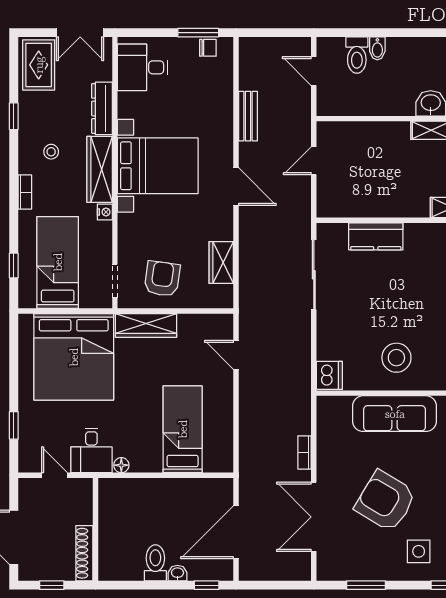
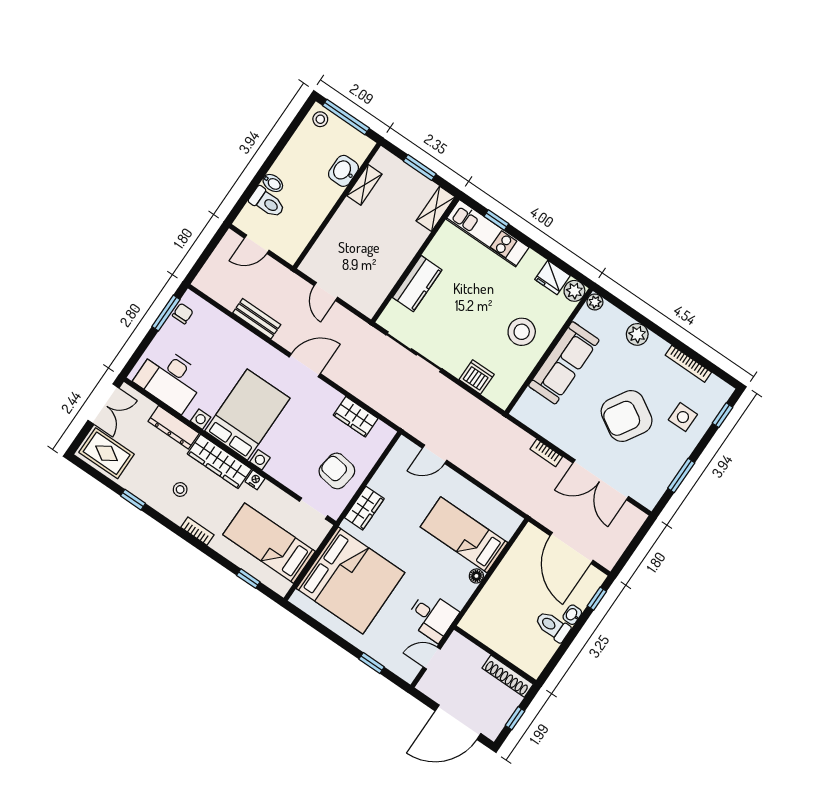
desk: (143, 67) -> (170, 379), width x1.37
wardrobe: (146, 325) -> (364, 508), width x0.67
dishwasher: (329, 375) -> (477, 377), moved
floor lamp: (121, 465) -> (476, 576), moved

